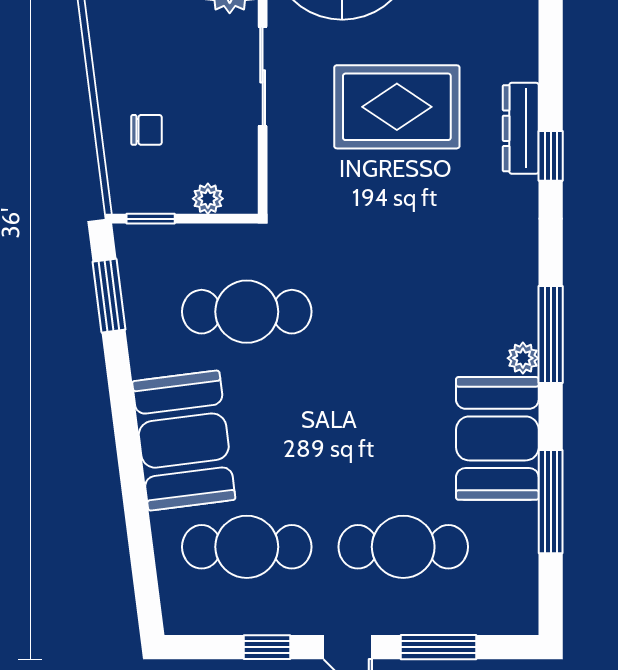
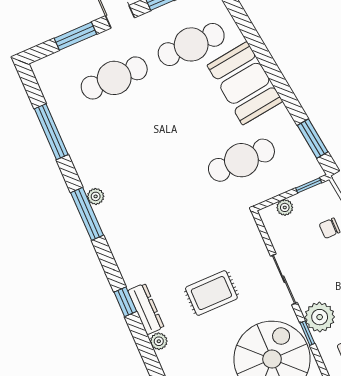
plant: (523, 64) -> (159, 341), added
rug: (397, 107) -> (211, 293), width x0.73, depth x0.70
booth: (497, 438) -> (91, 151), removed

